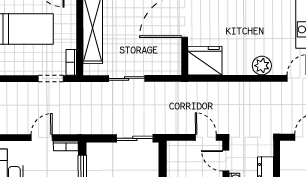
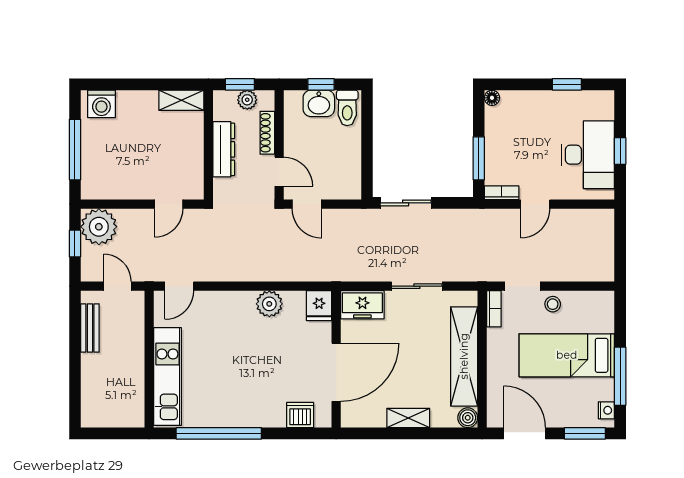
fridge: (205, 61) -> (319, 306), width x0.53, depth x0.75
freezer: (166, 65) -> (362, 305), added
stool: (29, 66) -> (553, 304), added
plant: (262, 66) -> (269, 304), moved

